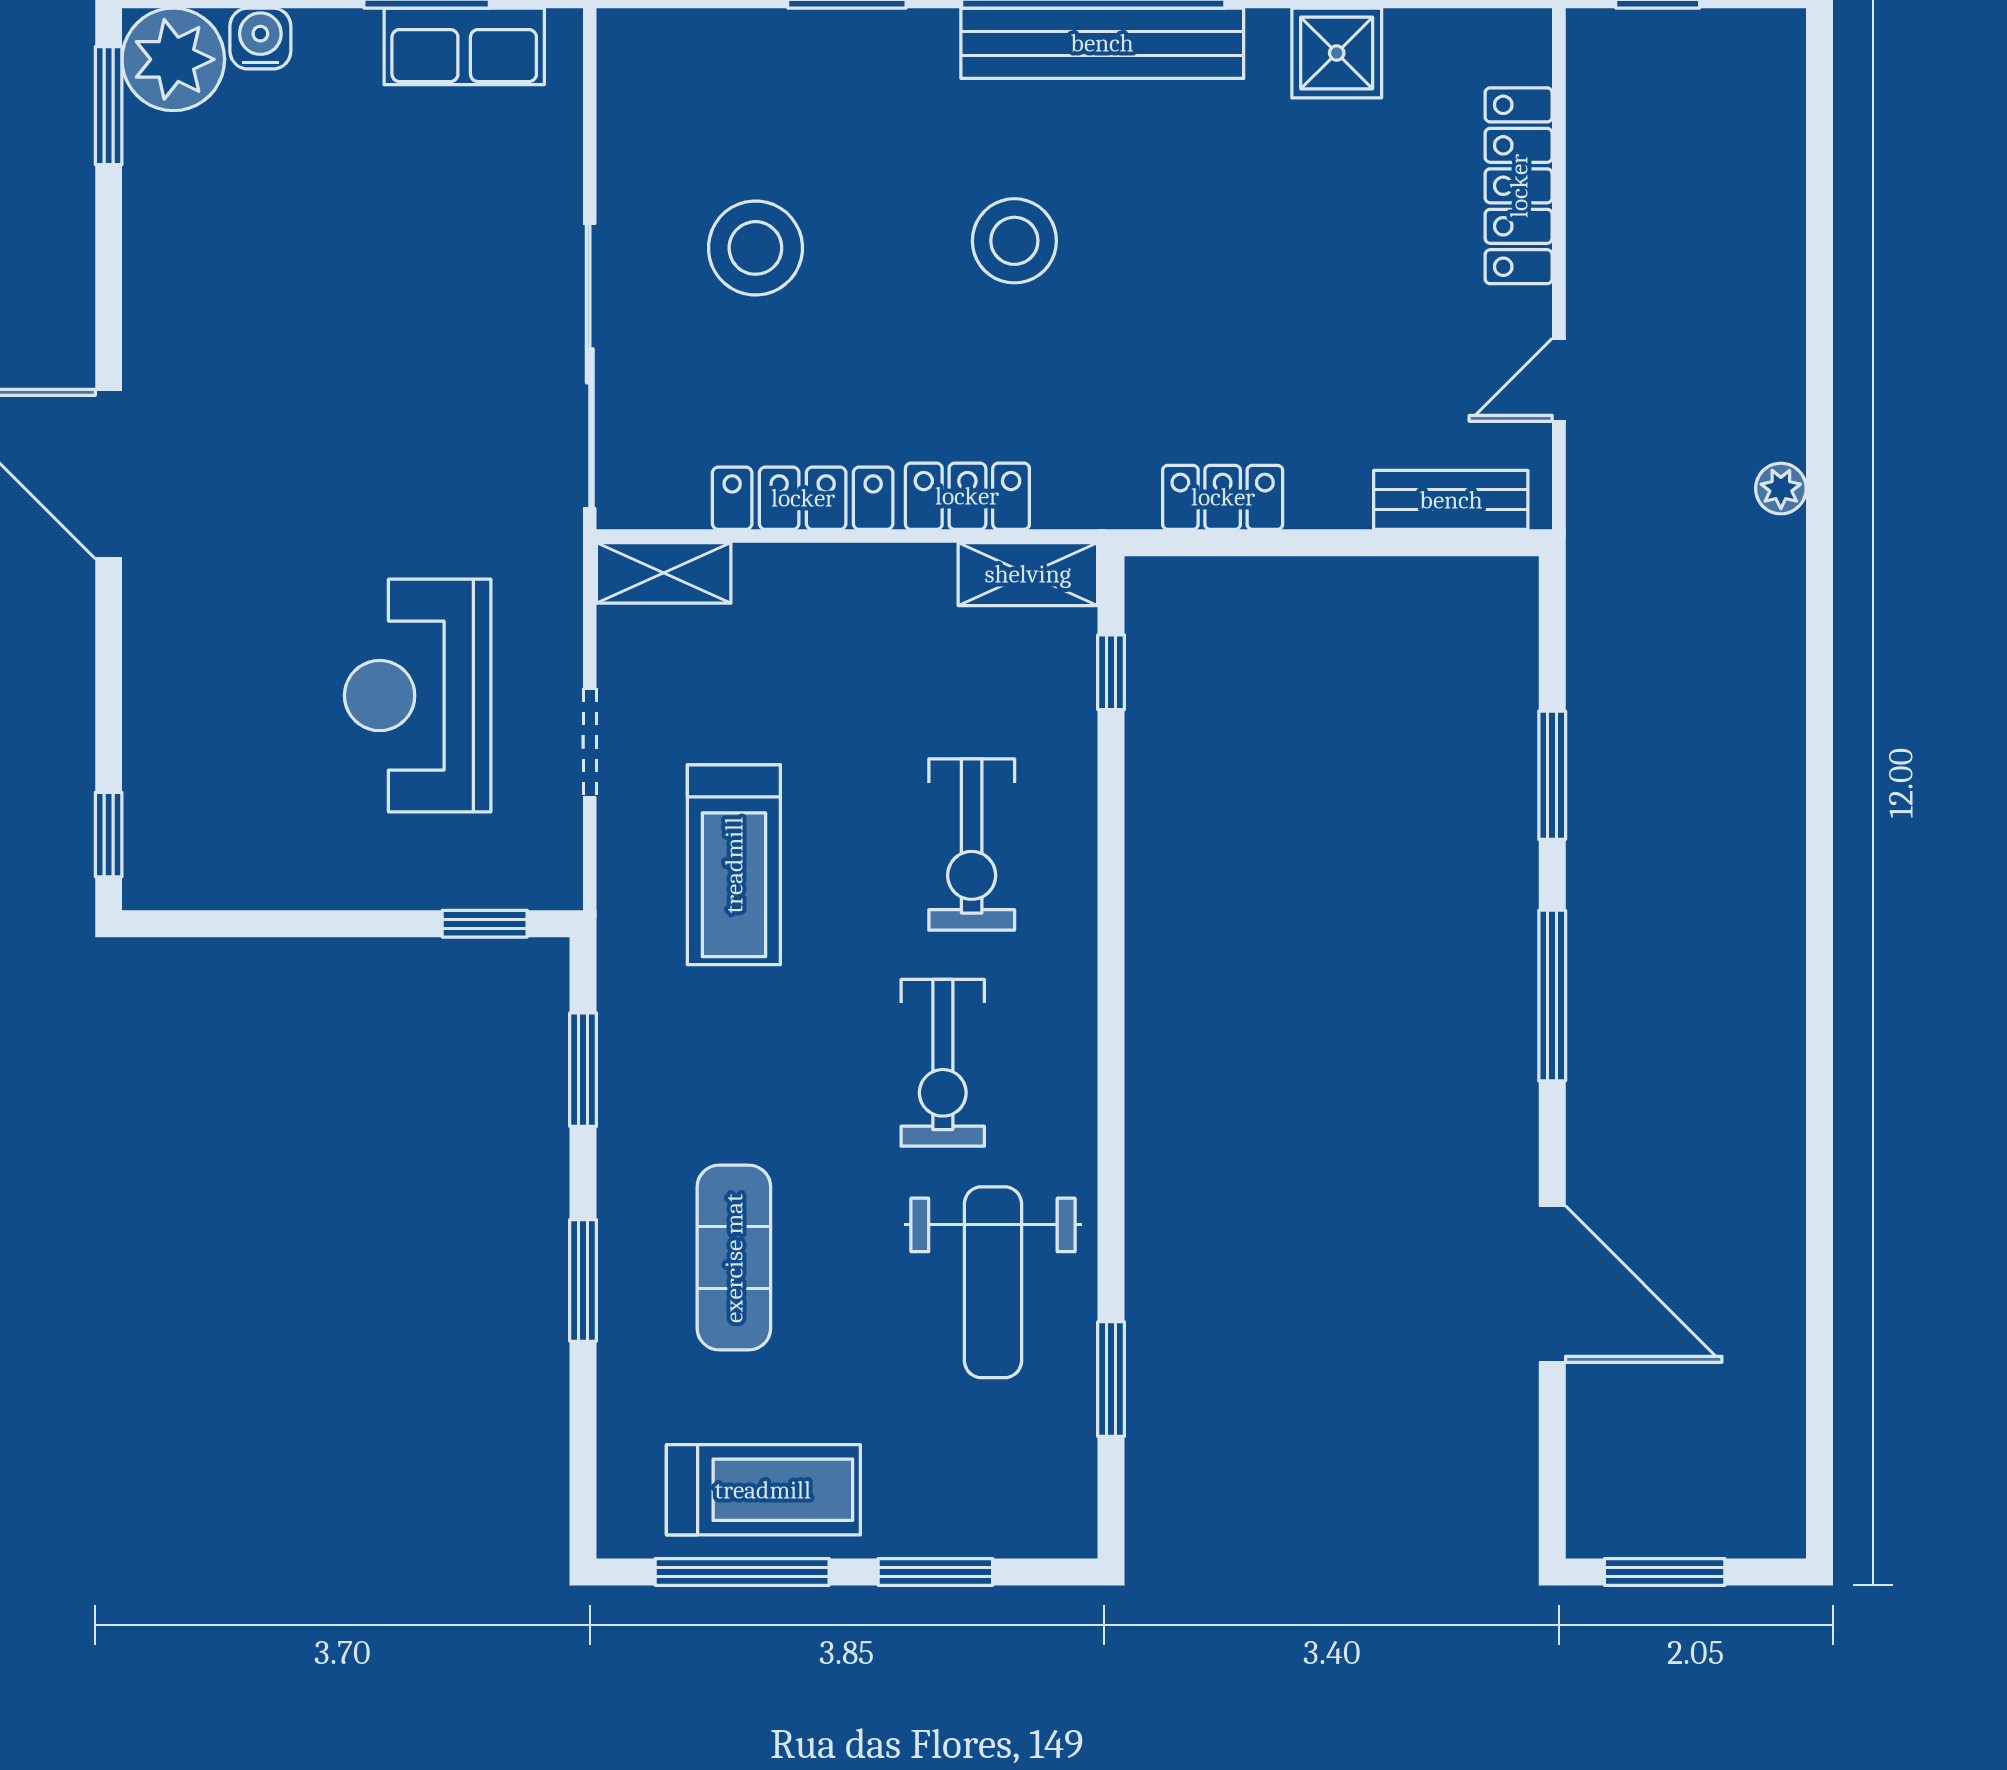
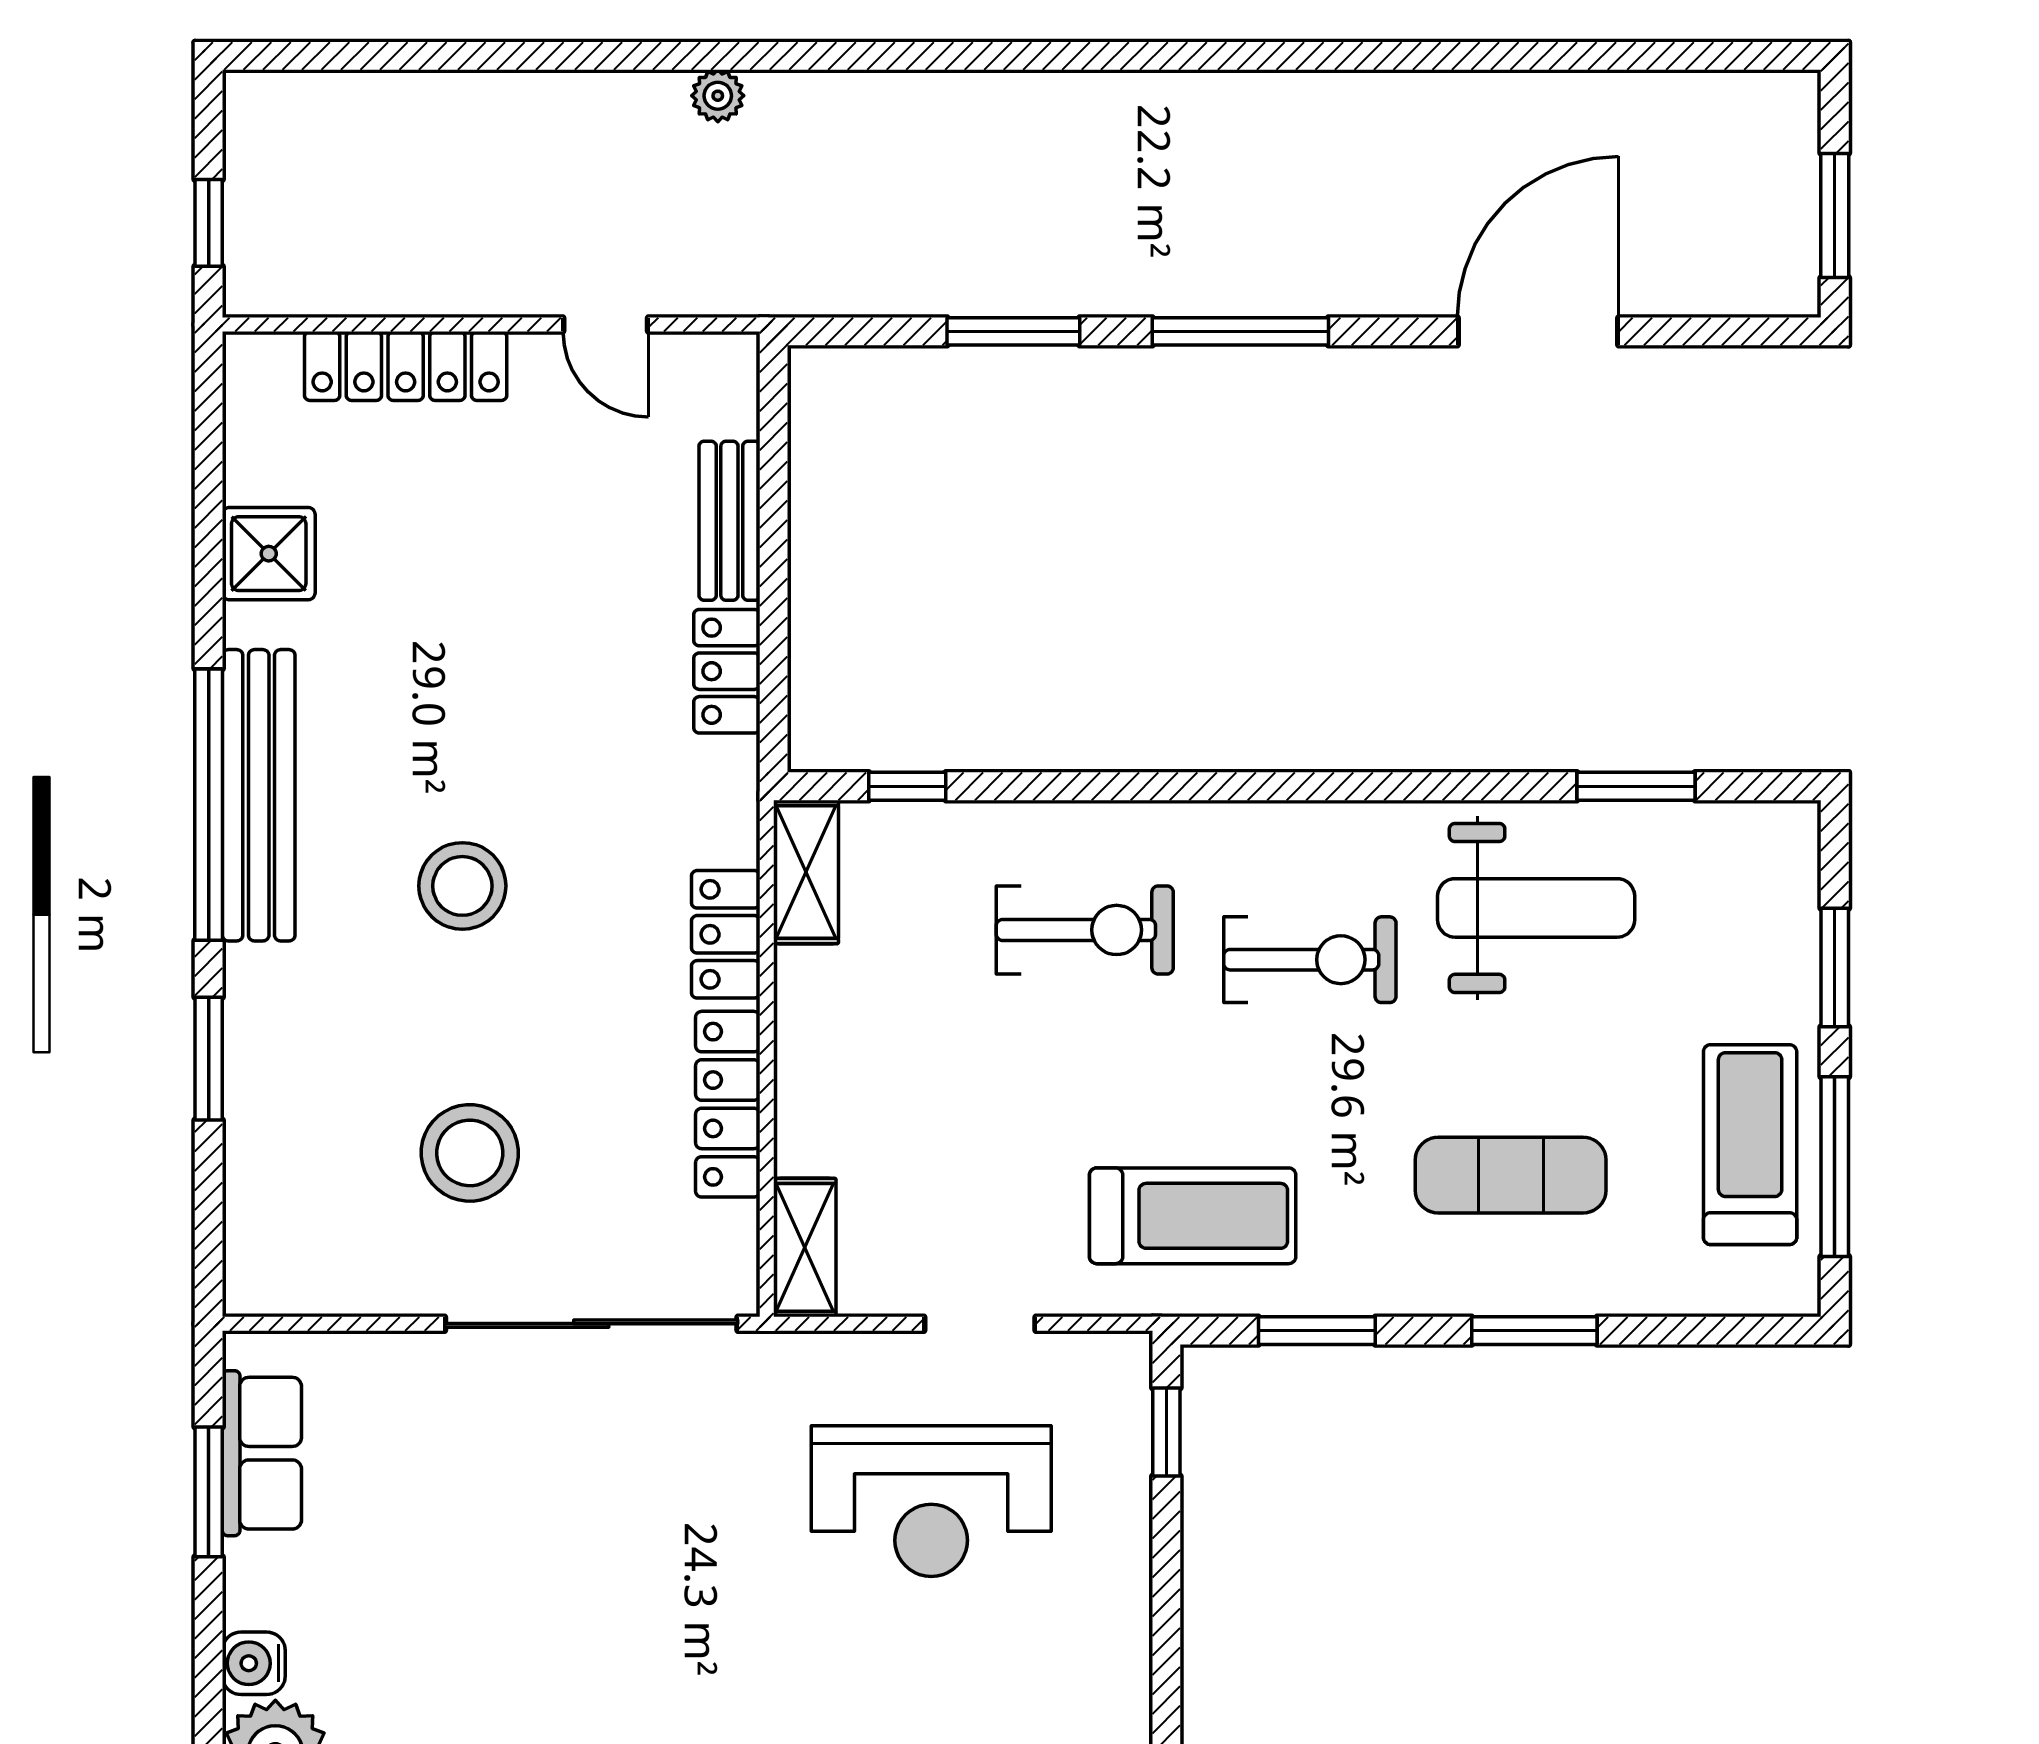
bench: (1451, 500) -> (729, 521), moved
treadmill: (734, 865) -> (1193, 1216), moved

